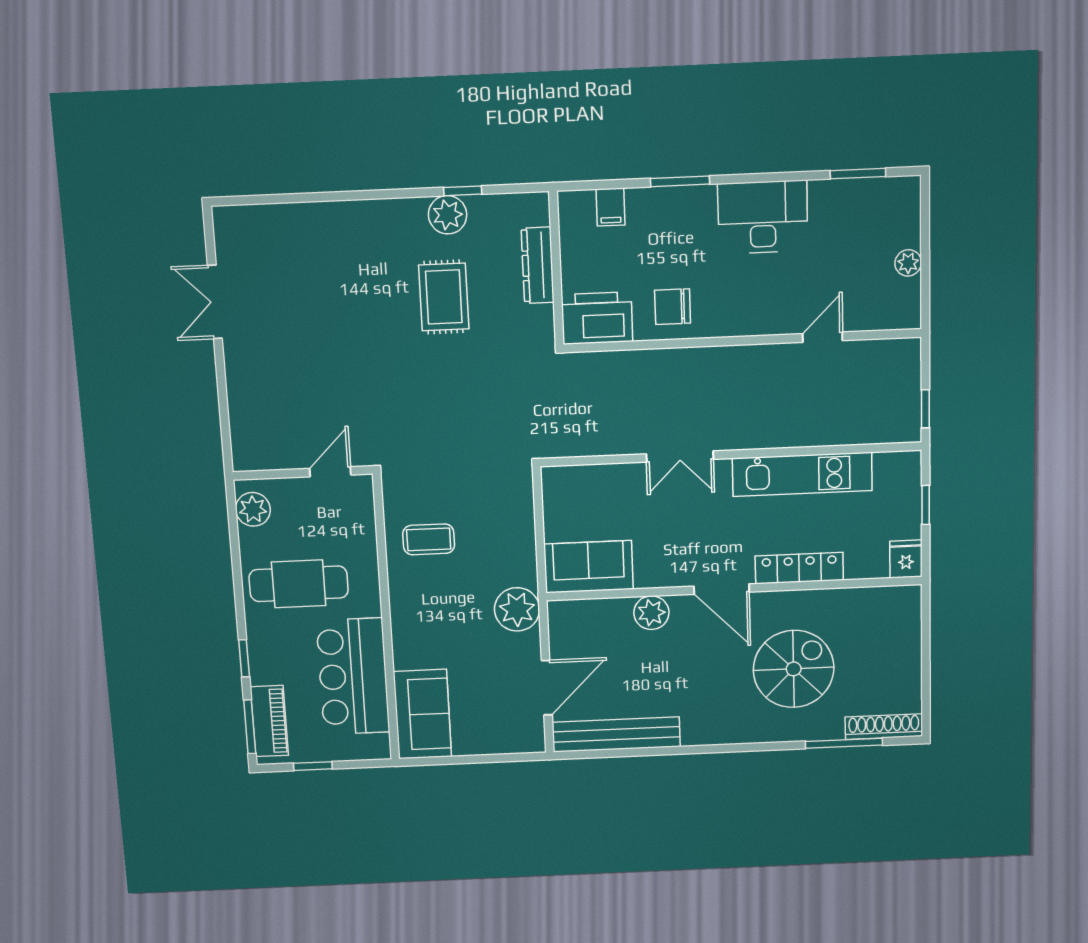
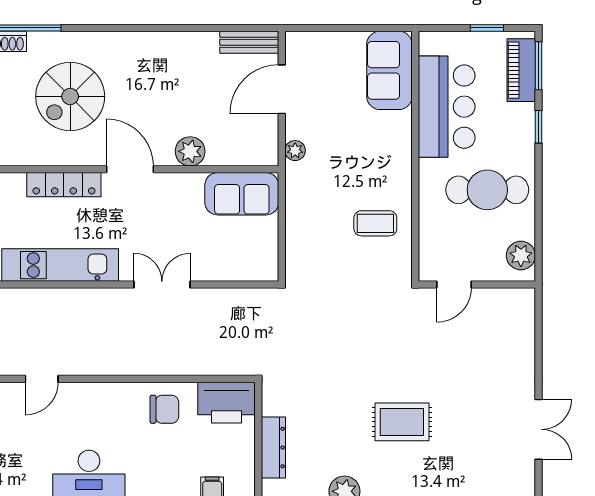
rug: (444, 297) -> (402, 422), moved, turned 90
plant: (517, 609) -> (295, 151), width x0.53, depth x0.53
bench: (616, 734) -> (249, 42), width x0.54, depth x0.82

